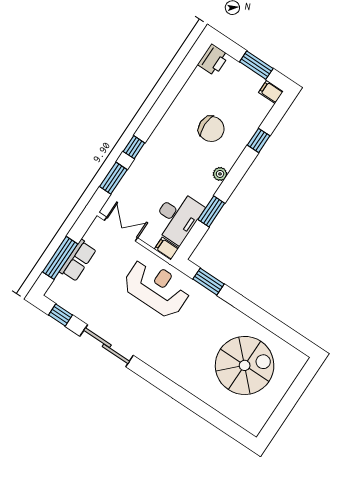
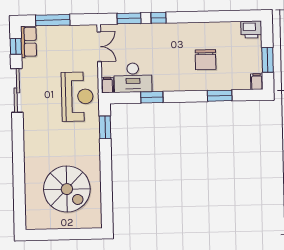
window: (259, 140) -> (220, 96), width x1.50
plant: (220, 174) -> (180, 86), removed
row of seats: (78, 260) -> (29, 42), moved, turned -90

